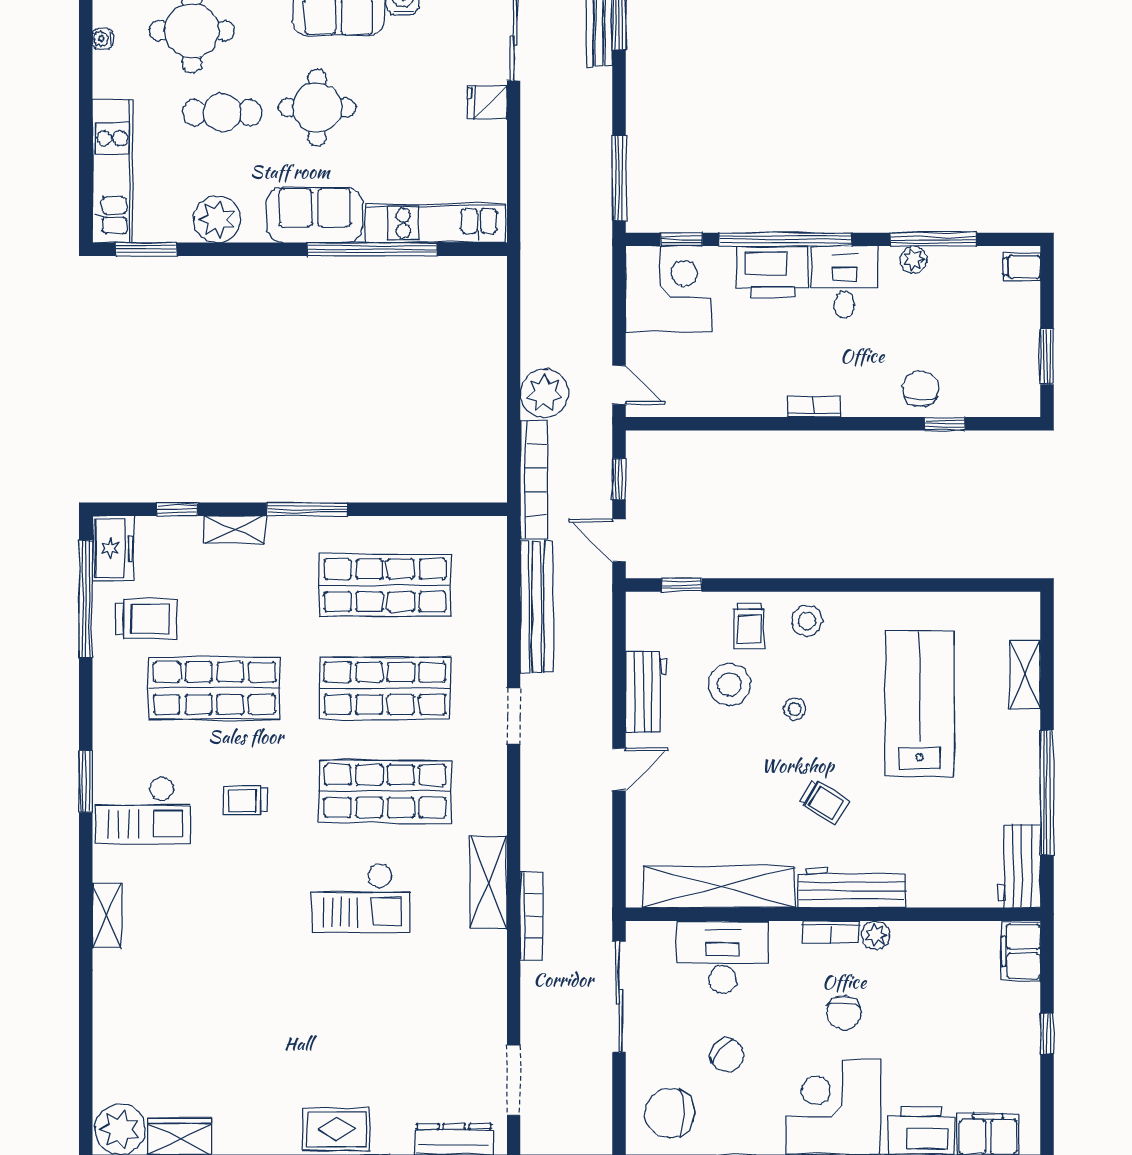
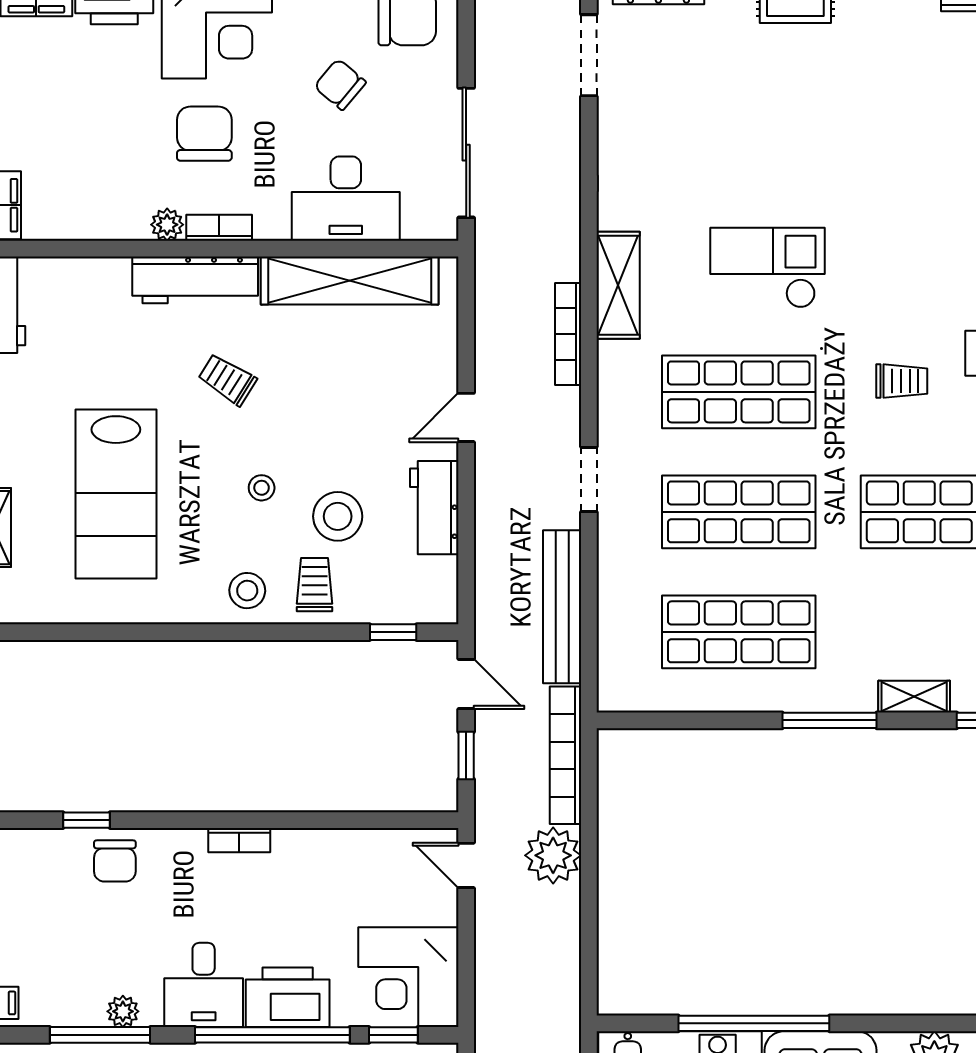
bookcase: (531, 915) -> (568, 334), moved
chair: (844, 1013) -> (204, 134), width x1.37, depth x1.37

